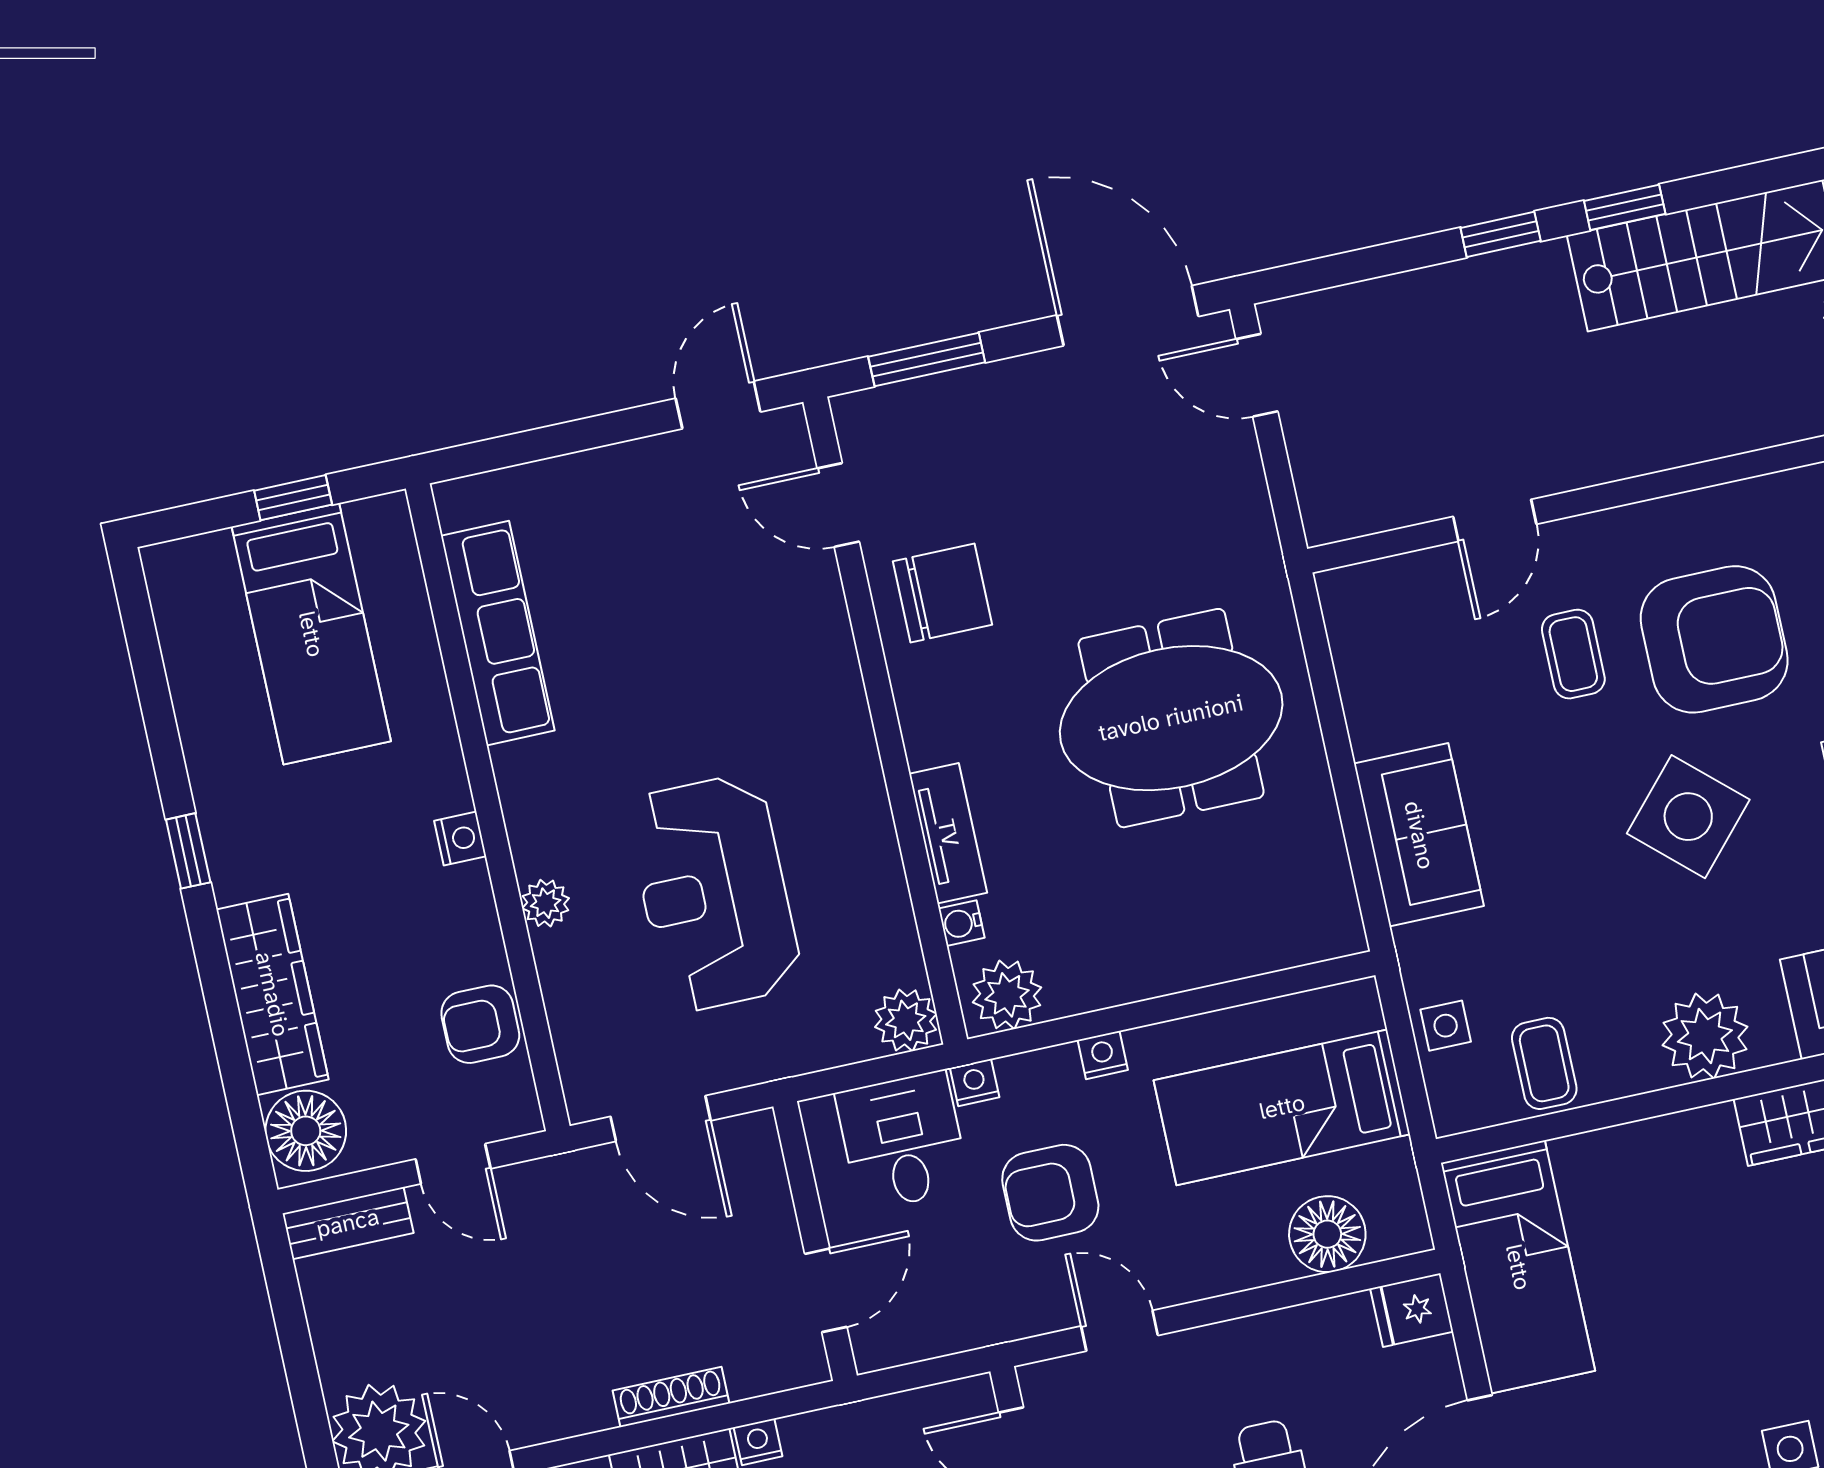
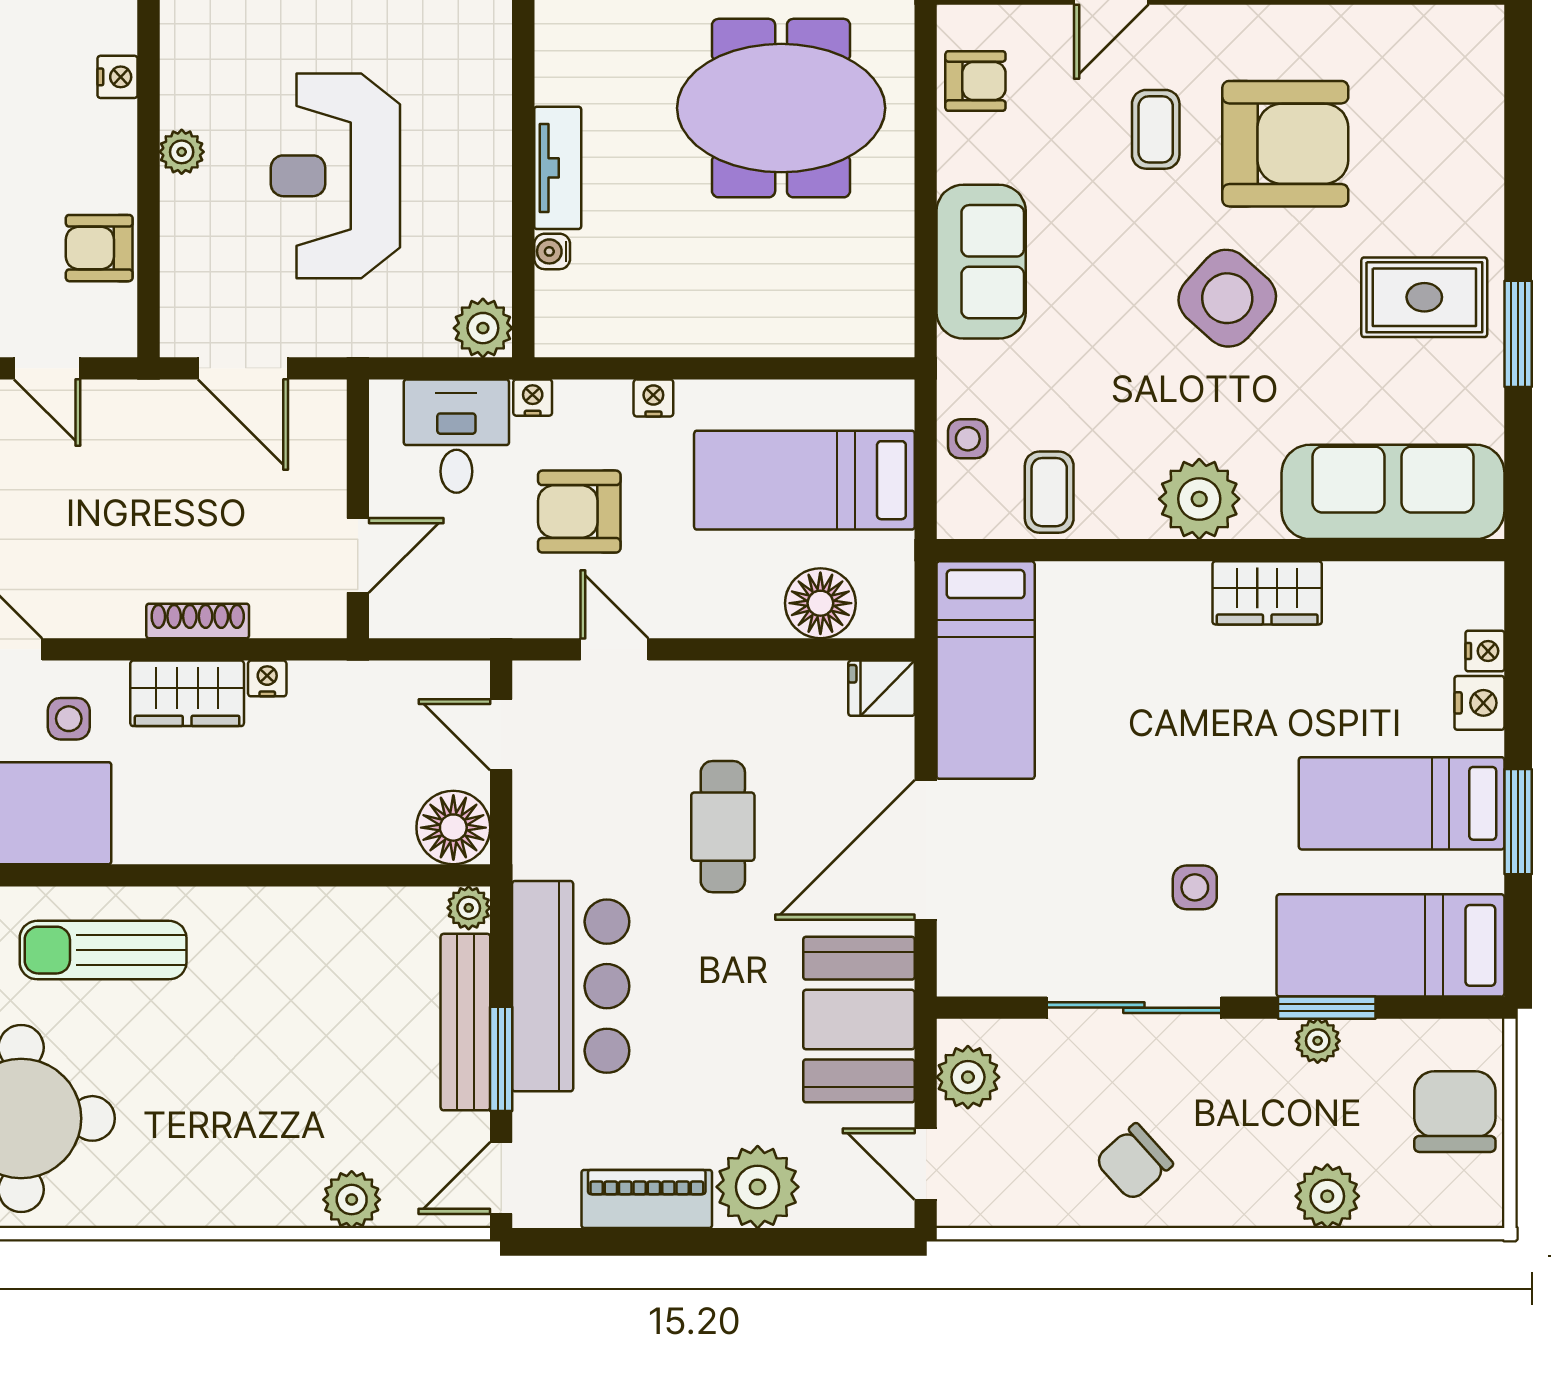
armchair: (1371, 644) -> (975, 81), added
plant: (1007, 995) -> (579, 325), removed

